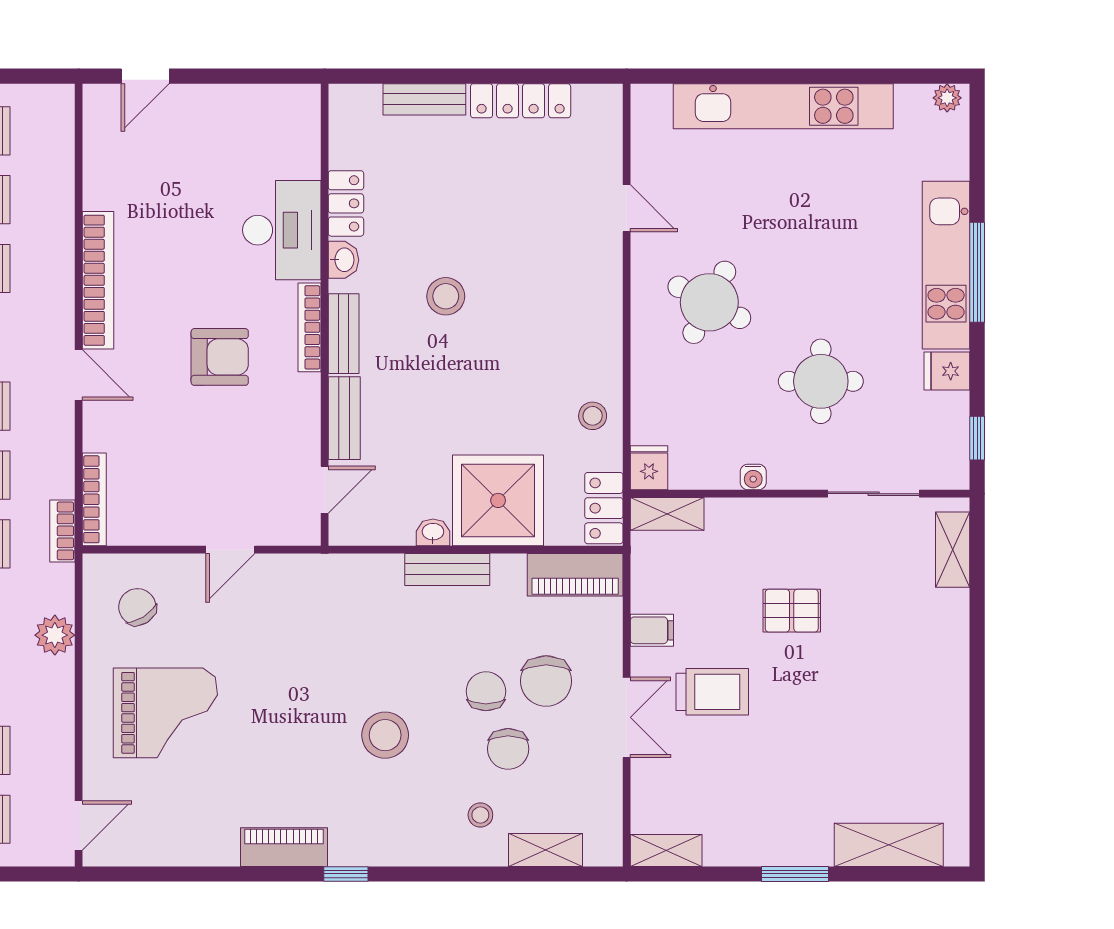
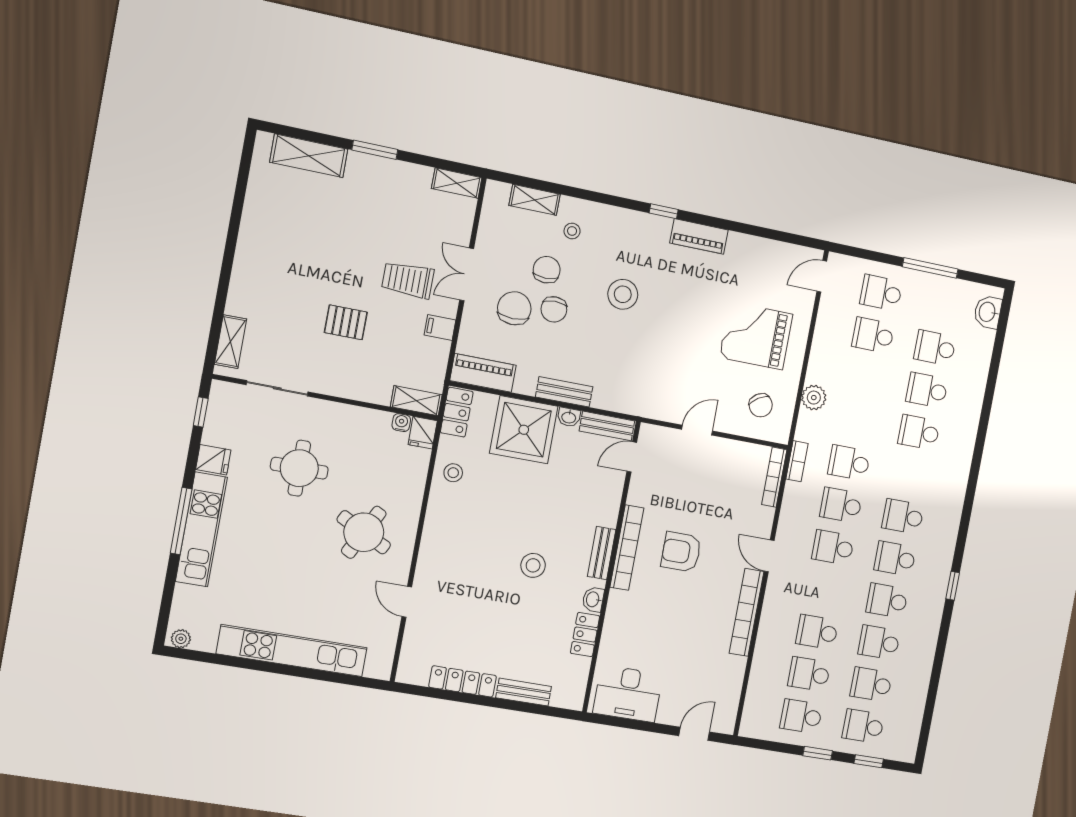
desk: (282, 230) -> (628, 694), moved, turned -90
bookcase: (310, 327) -> (627, 548), width x1.48, depth x1.31
bench: (344, 418) -> (607, 426), moved, turned 90
water cooler: (753, 477) -> (401, 423), moved

